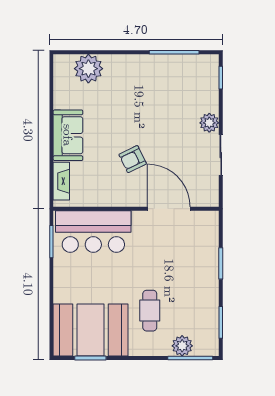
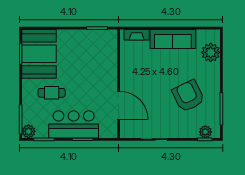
plant: (209, 123) -> (205, 132), moved
sofa: (68, 135) -> (173, 39), width x1.36
armchair: (133, 159) -> (188, 96), moved, width x1.88, depth x1.88
door: (169, 209) -> (119, 105), hinge flipped
bar counter: (93, 232) -> (74, 124), moved, turned 90
plant: (182, 346) -> (29, 131), moved

